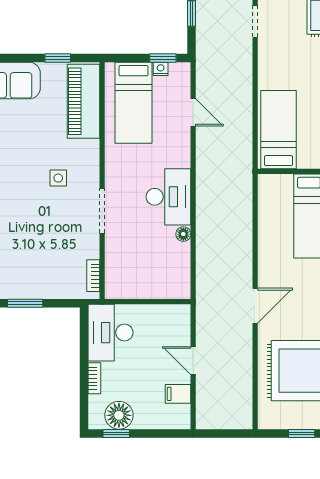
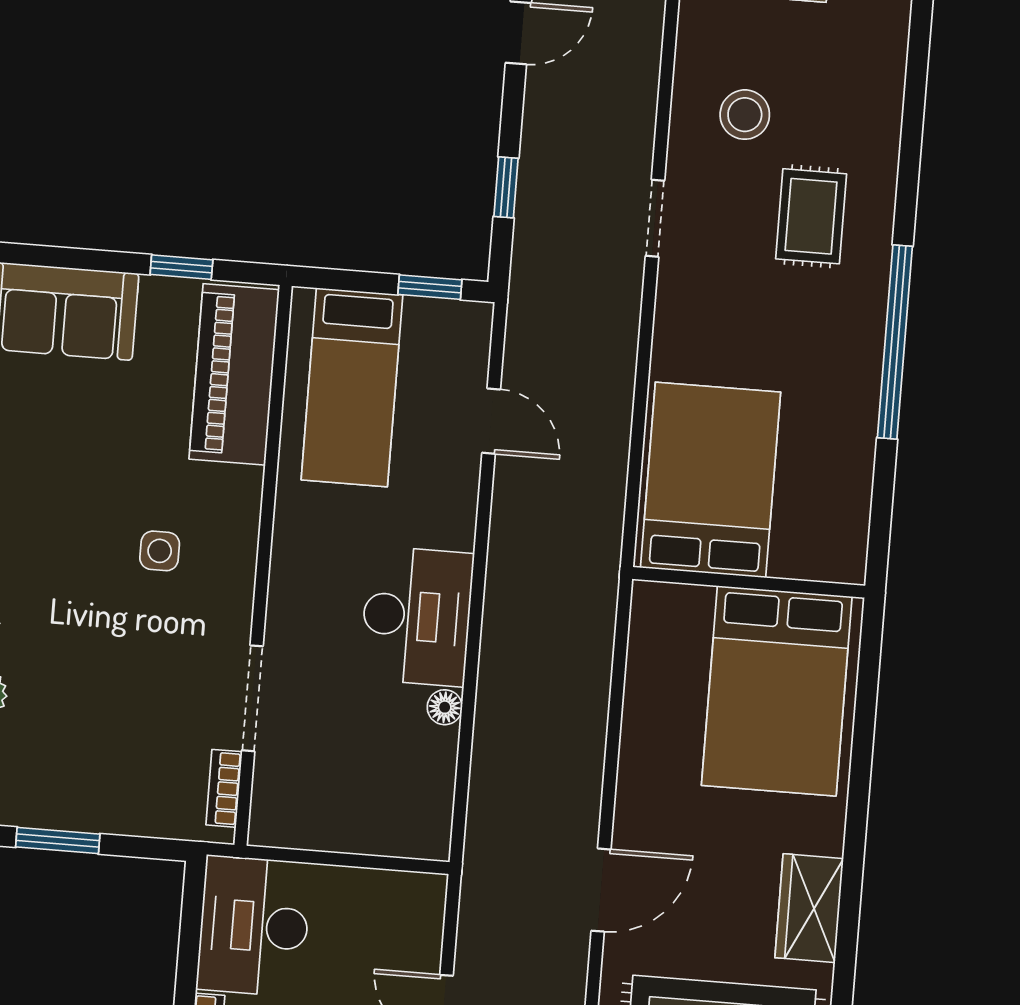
nightstand: (161, 69) -> (422, 312), removed
bed: (279, 130) -> (711, 480), width x1.50
doorway: (102, 211) -> (252, 698), moved

